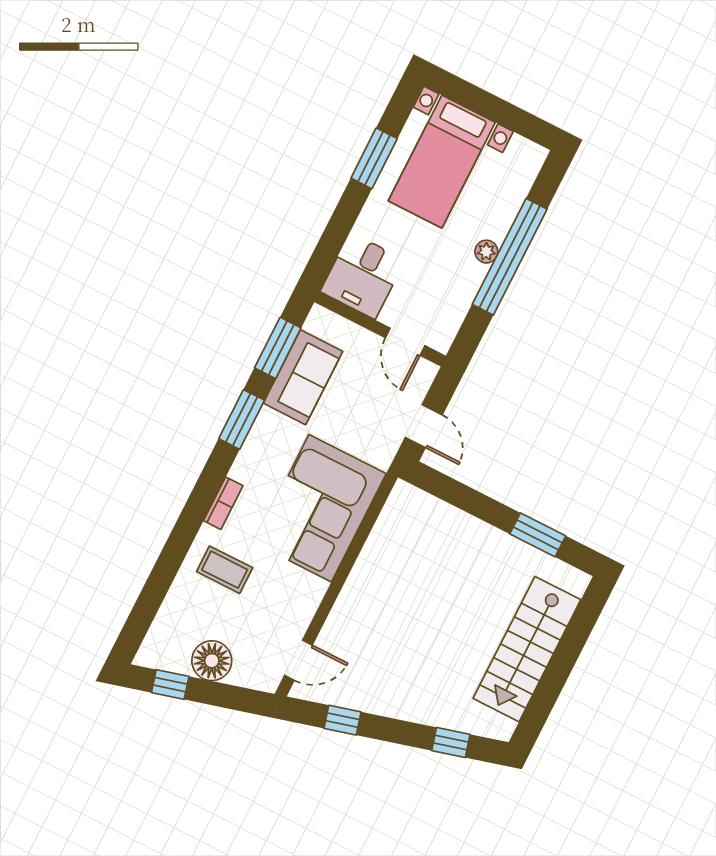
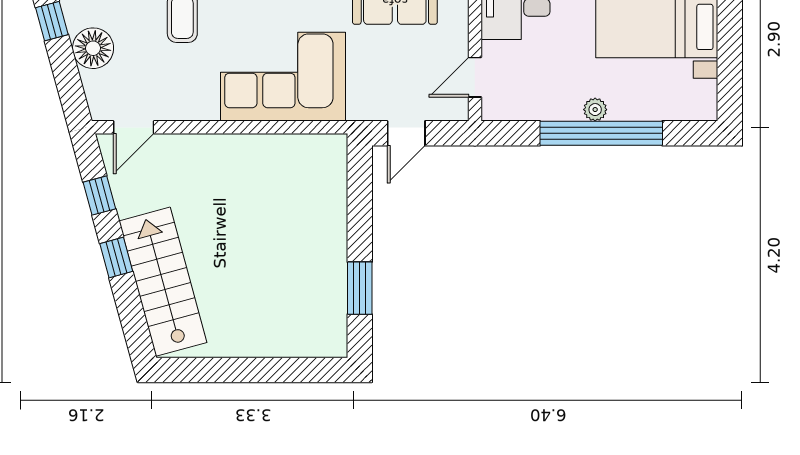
stairs: (527, 649) -> (163, 282), moved, turned 75
door: (298, 660) -> (134, 127), hinge flipped
window: (451, 742) -> (116, 258), moved

